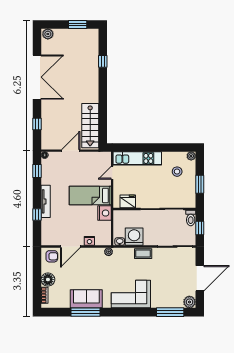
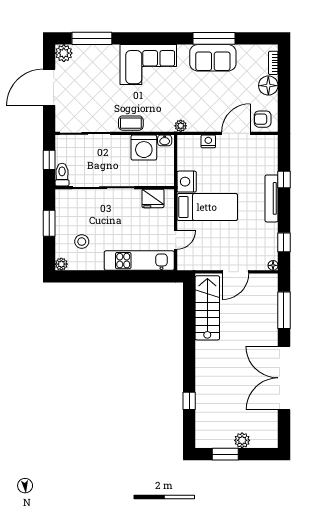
plant: (48, 34) -> (242, 440), moved
window: (37, 124) -> (284, 310), width x2.17

